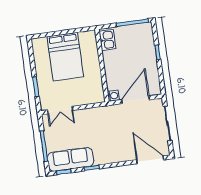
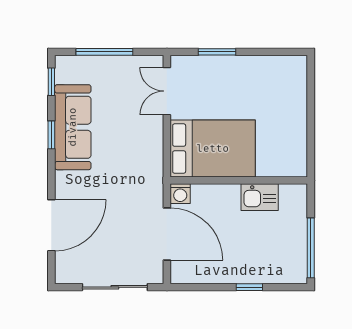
kitchen sink: (107, 40) -> (260, 197), moved
bed: (65, 57) -> (213, 149), moved, turned 180
sofa: (71, 159) -> (73, 127), moved
door: (150, 160) -> (51, 225), moved

